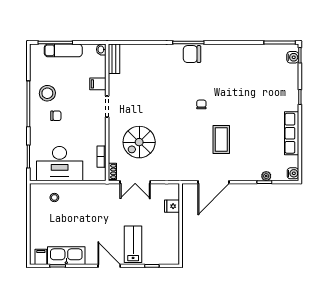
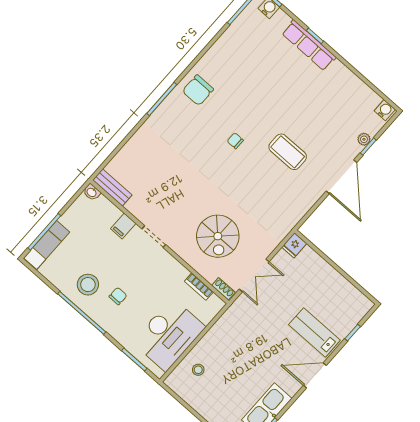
exam couch: (63, 50) -> (47, 245), moved
chair: (192, 54) -> (198, 90), moved
row of seats: (292, 133) -> (309, 45), moved
door: (213, 182) -> (342, 177), moved
fridge: (172, 206) -> (294, 245), moved

